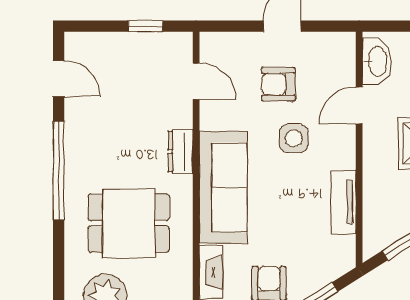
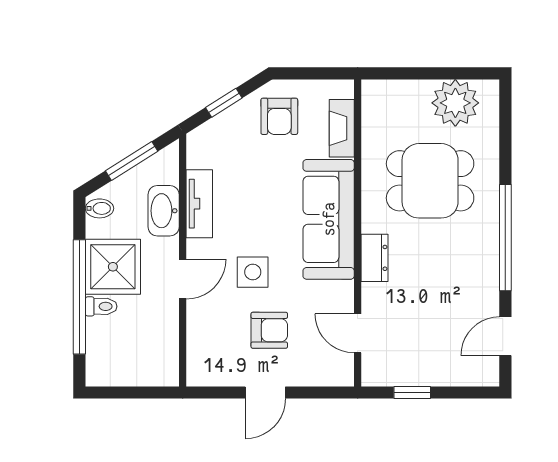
washbasin: (377, 61) -> (164, 211), moved
door: (59, 79) -> (505, 336), hinge flipped
door: (359, 105) -> (183, 279), moved

